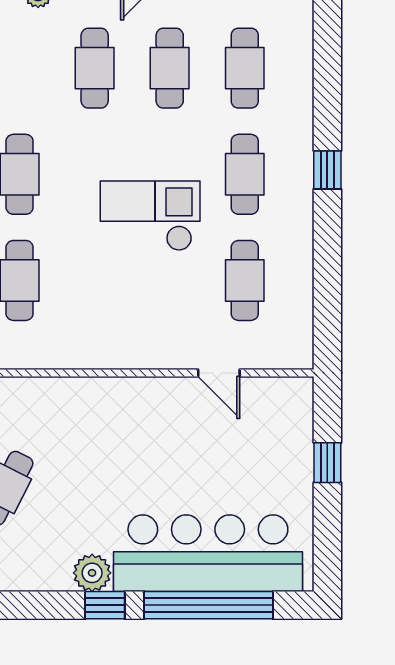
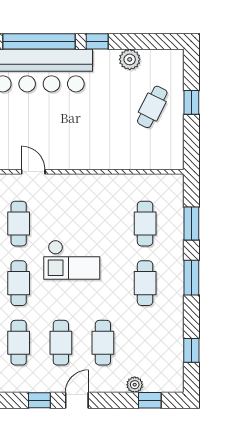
plant: (92, 573) -> (130, 59), moved

